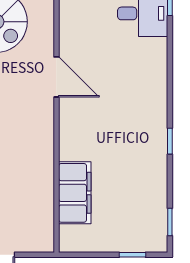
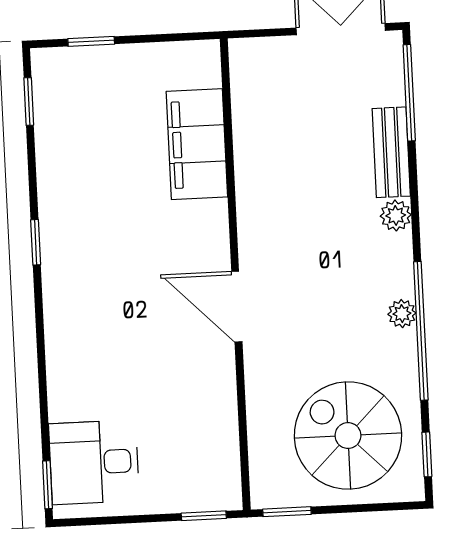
door: (56, 77) -> (237, 307), moved

